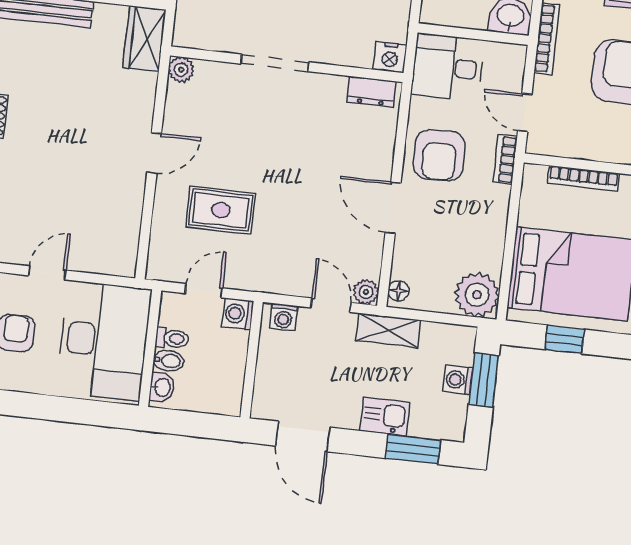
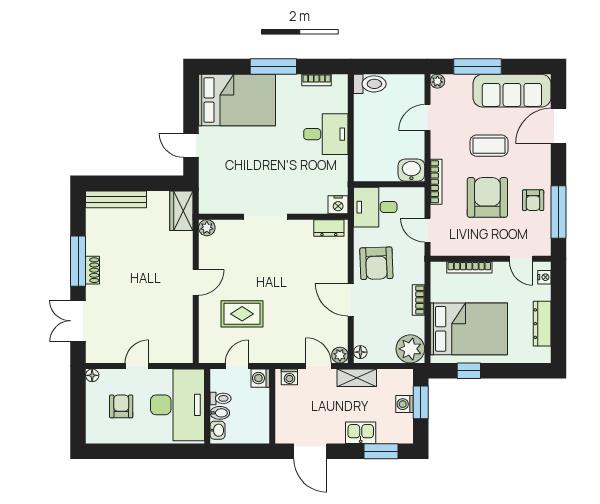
bookcase: (505, 159) -> (418, 300), moved

